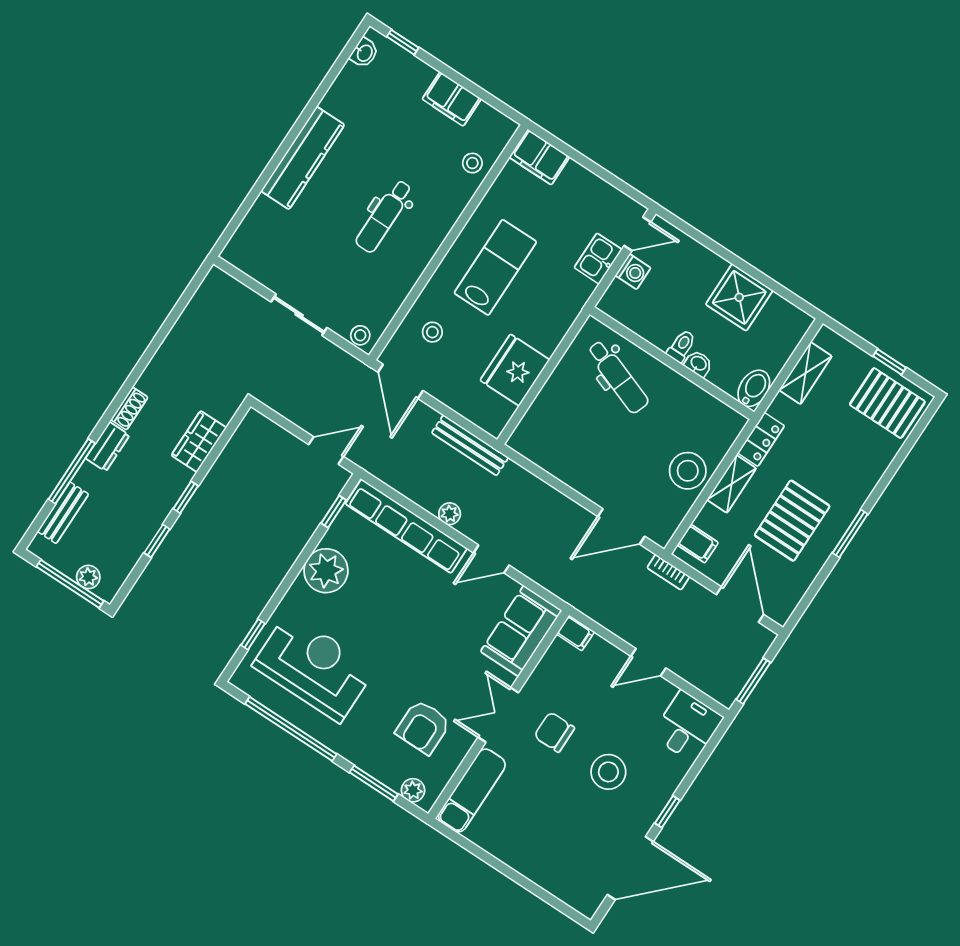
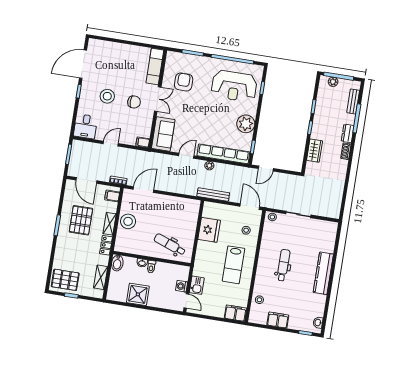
door: (637, 234) -> (186, 301), swing flipped
plant: (413, 790) -> (177, 57), removed

